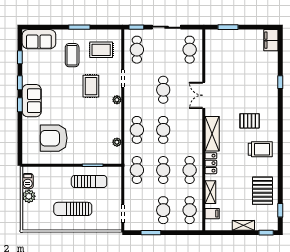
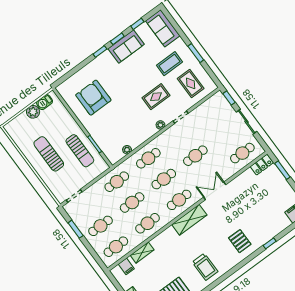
cafe table: (137, 50) -> (179, 200), moved
sofa: (32, 101) -> (126, 46), moved
pallet: (250, 121) -> (240, 241), moved
locker: (211, 163) -> (262, 165), moved

